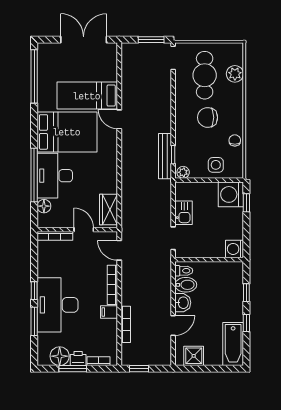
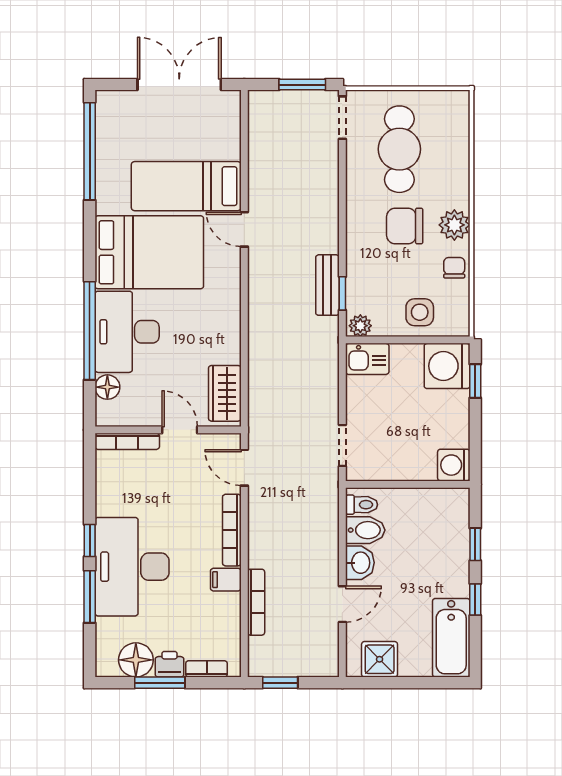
plant: (235, 74) -> (454, 225), moved
bench: (165, 156) -> (327, 285), width x0.73
kitchen sink: (184, 213) -> (367, 359), moved, turned 90

